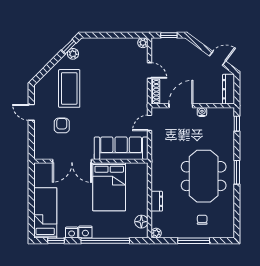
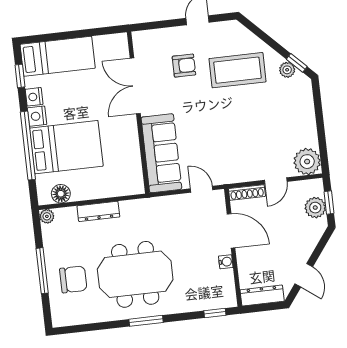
plant: (143, 43) -> (307, 162), width x1.87, depth x1.87
plant: (171, 45) -> (315, 208), added
bed: (109, 187) -> (66, 147), moved, turned 180
dresser: (157, 201) -> (98, 211), width x1.44
chair: (202, 220) -> (73, 279), width x1.87, depth x1.87

